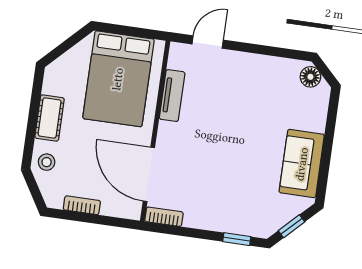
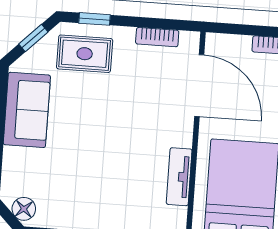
rug: (248, 209) -> (85, 54), added
bookcase: (164, 217) -> (157, 37), moved

